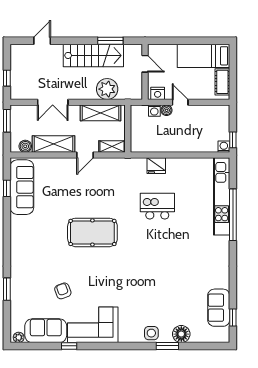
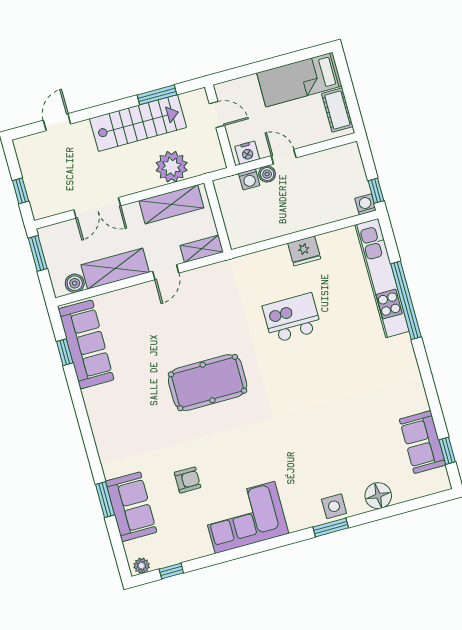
fridge: (156, 166) -> (304, 251), moved
armchair: (63, 291) -> (188, 480), turned 110
sofa: (46, 331) -> (131, 507), moved, turned 90
window: (69, 346) -> (171, 571), moved
window: (167, 346) -> (331, 527), moved

